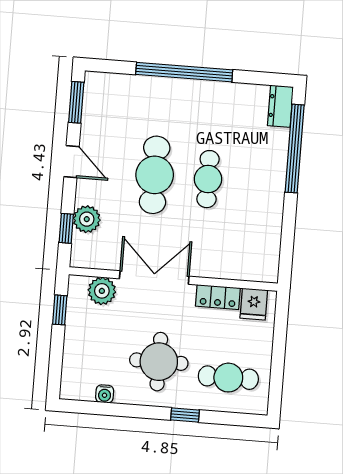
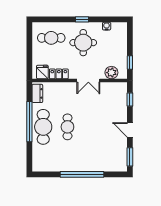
dresser: (280, 106) -> (37, 93), moved
window: (295, 149) -> (29, 122), moved
cafe table: (155, 175) -> (43, 127), moved
plant: (87, 219) -> (121, 104), removed
double door: (154, 277) -> (88, 80), width x0.73
window: (185, 415) -> (82, 19), moved

